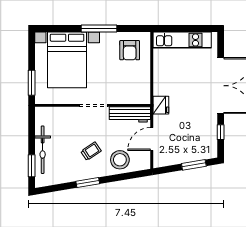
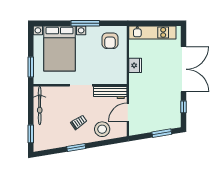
fridge: (161, 105) -> (135, 65), moved
bicycle: (43, 150) -> (40, 106), moved

